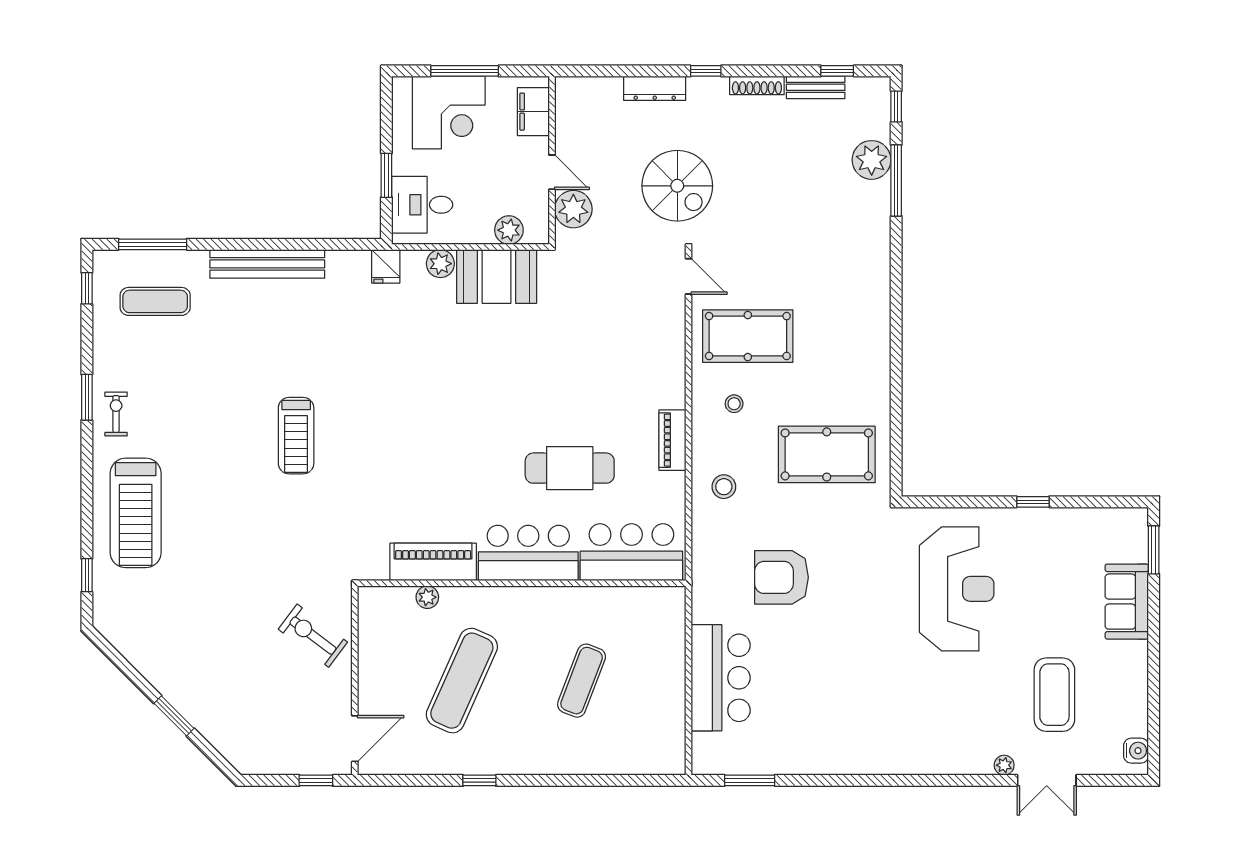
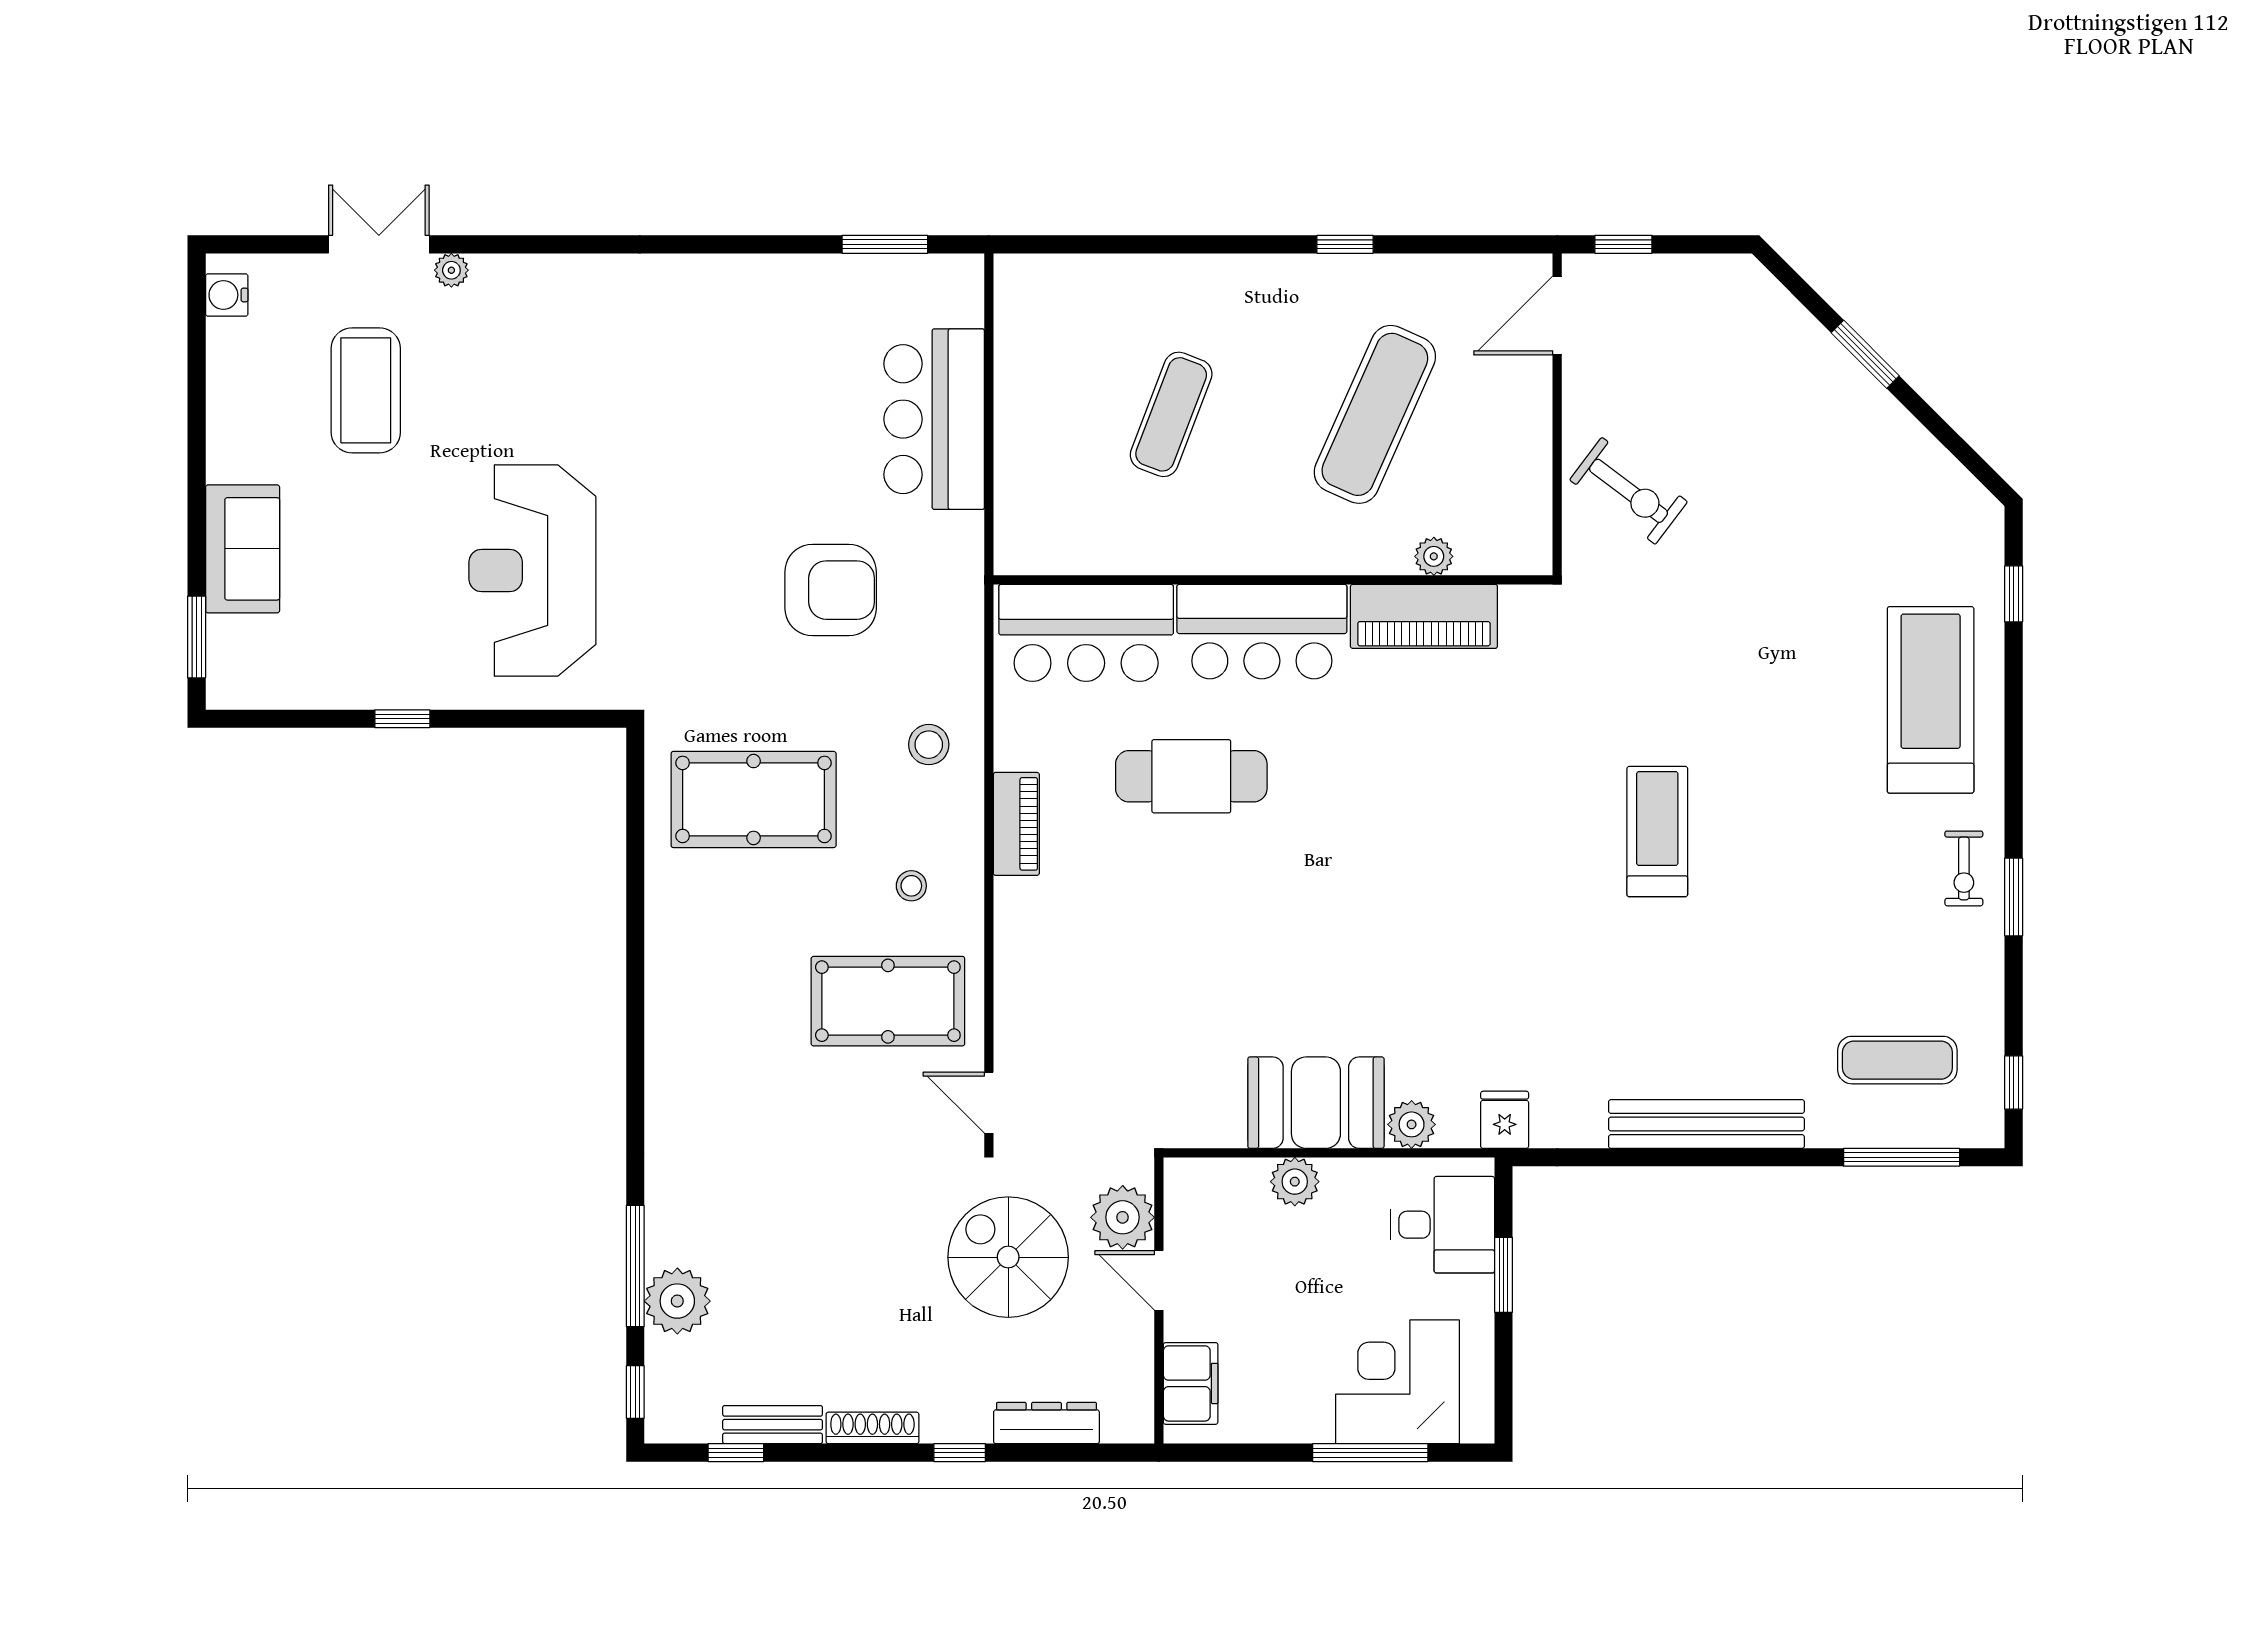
filing cabinet: (533, 112) -> (1191, 1383), moved
wall: (552, 160) -> (1159, 1301), moved
door: (552, 172) -> (1159, 1280), moved
plant: (573, 209) -> (1123, 1217), moved

